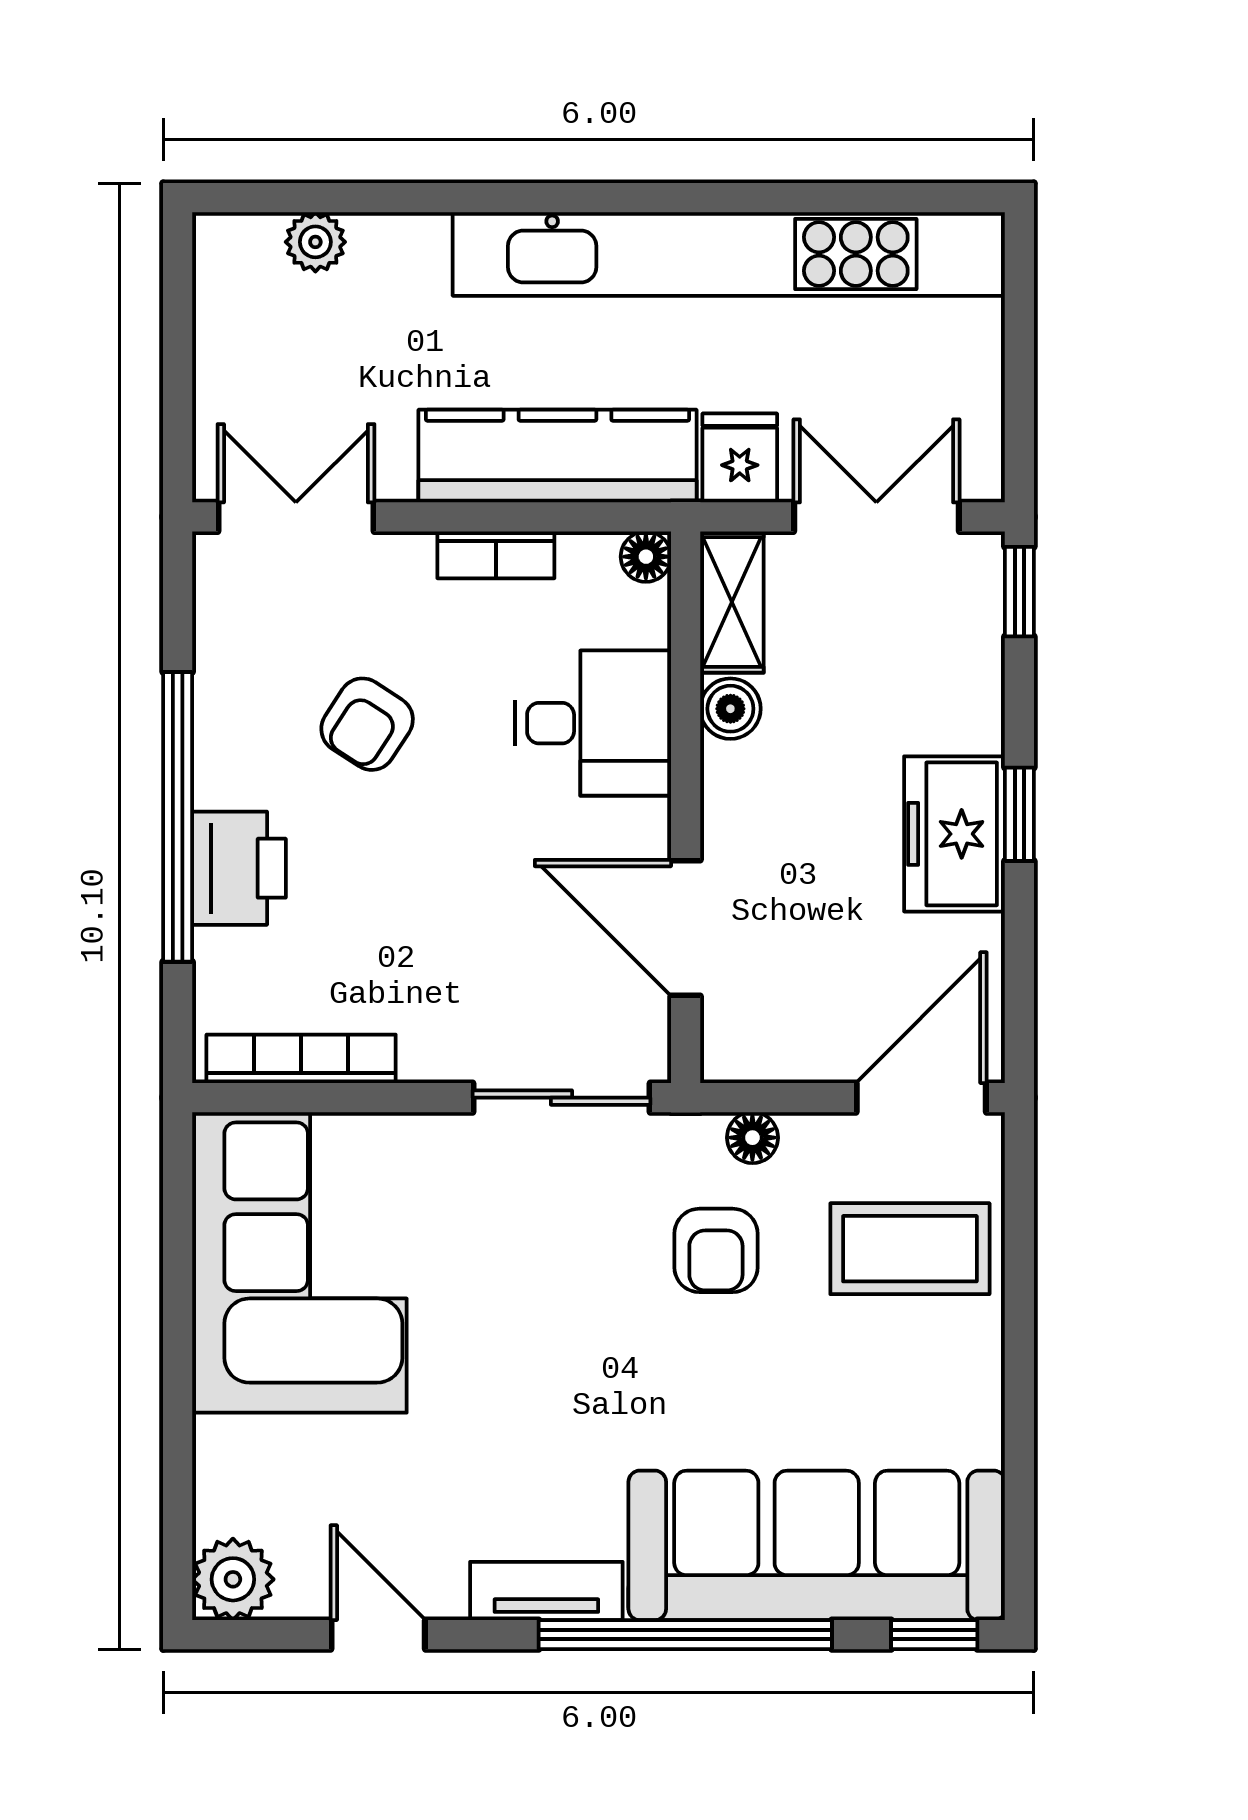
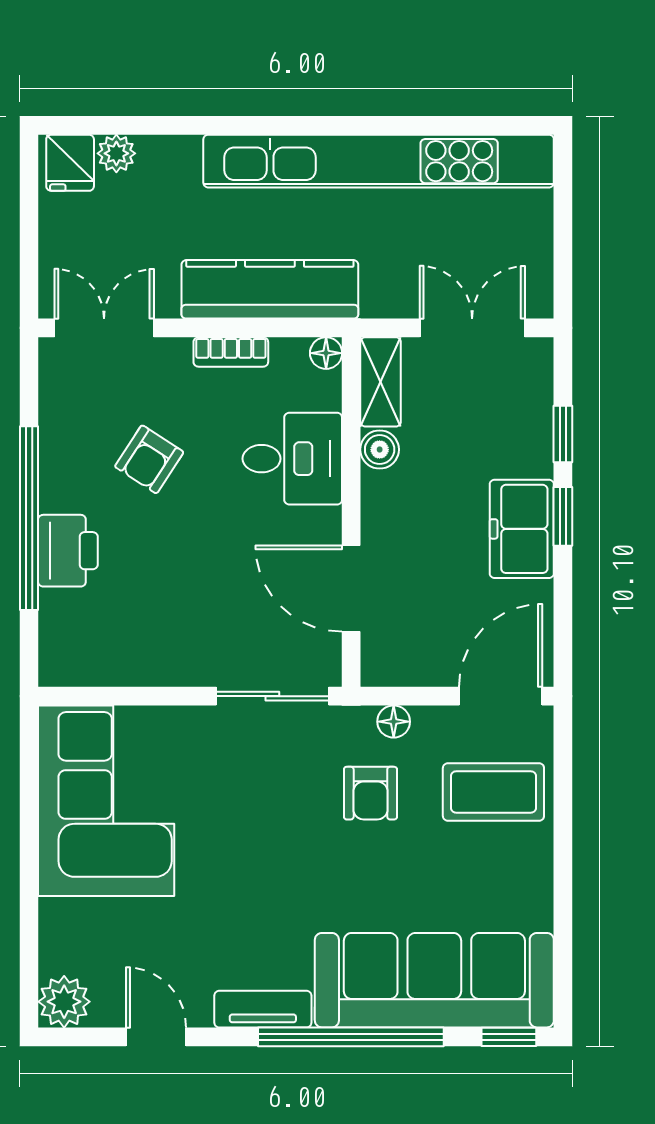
fridge: (740, 458) -> (70, 163), moved, turned 180
window: (1019, 592) -> (563, 434), moved
bookcase: (301, 1059) -> (107, 672), removed

